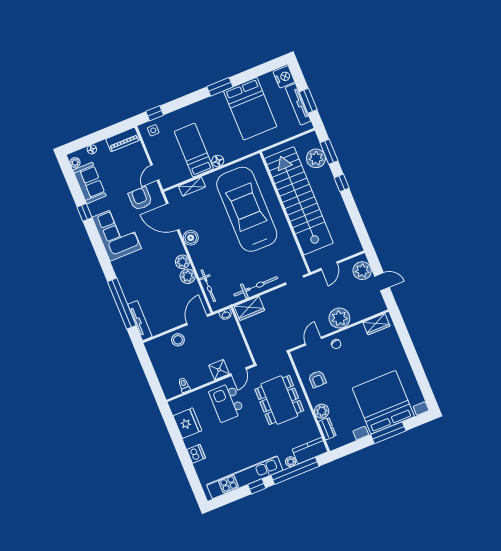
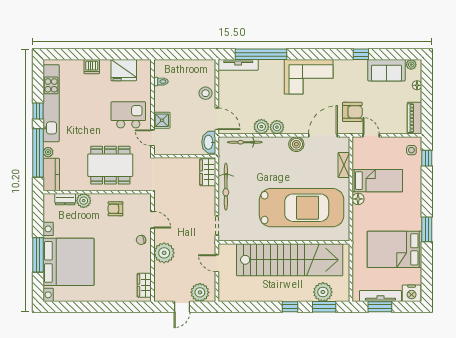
corner sofa: (117, 233) -> (309, 77), moved
washbasin: (226, 315) -> (209, 142), width x1.91, depth x1.45

